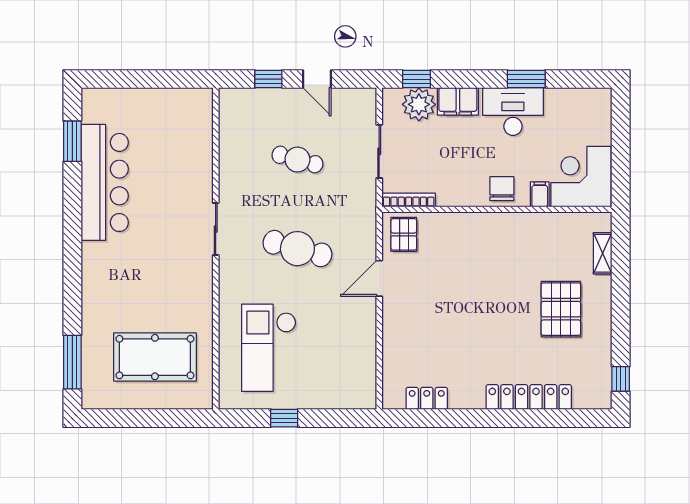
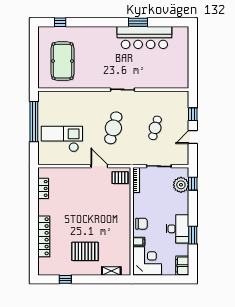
filing cabinet: (458, 101) -> (182, 266), moved
window: (72, 141) -> (138, 22), moved
checkout: (269, 348) -> (62, 139), moved
window: (72, 362) -> (60, 22), width x0.46
window: (621, 379) -> (65, 279), moved
window: (284, 418) -> (34, 122), width x3.17

